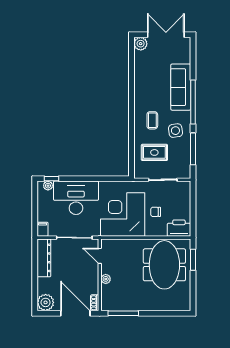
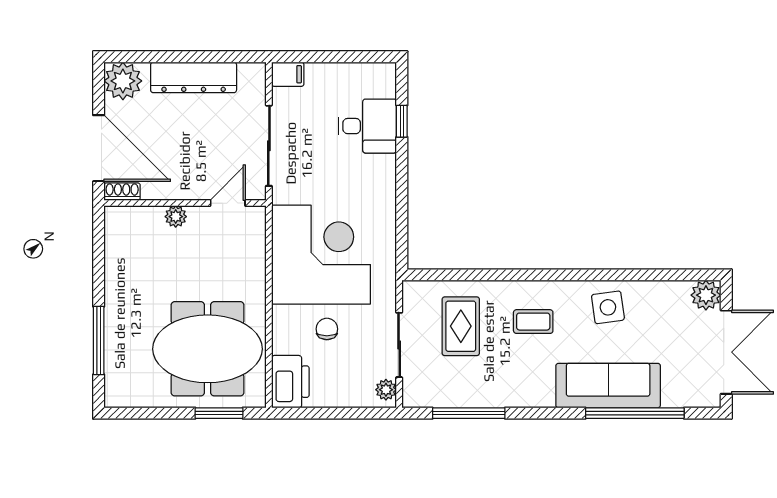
window: (193, 102) -> (635, 413), moved
side table: (175, 131) -> (608, 307), moved
window: (52, 179) -> (402, 121), moved
plant: (48, 186) -> (386, 390), moved
desk: (76, 198) -> (367, 126), width x0.53, depth x0.77
dresser: (44, 258) -> (194, 77), moved
door: (75, 313) -> (99, 148), hinge flipped
window: (123, 313) -> (99, 341), moved

